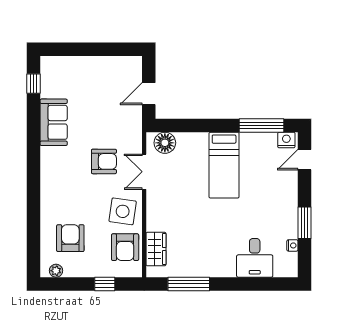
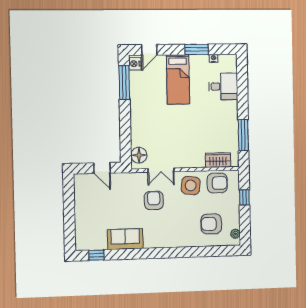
door: (305, 160) -> (149, 50), hinge flipped
bed: (224, 165) -> (178, 79), moved, turned 90

